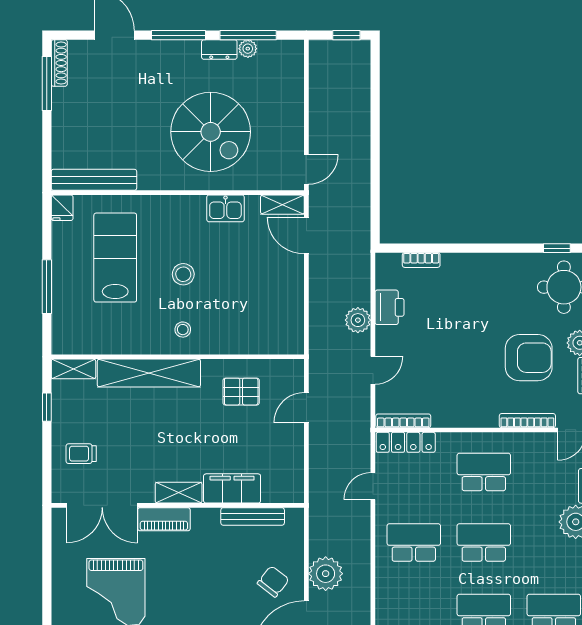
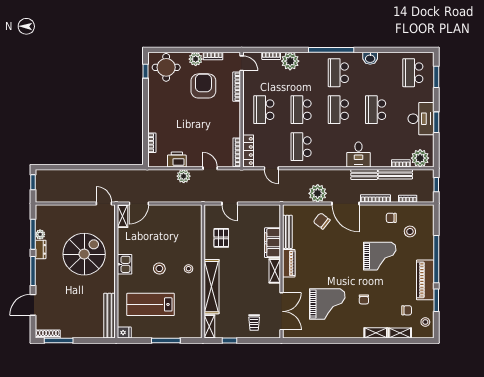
kitchen sink: (225, 208) -> (125, 264), moved
piano: (164, 519) -> (289, 263), moved

